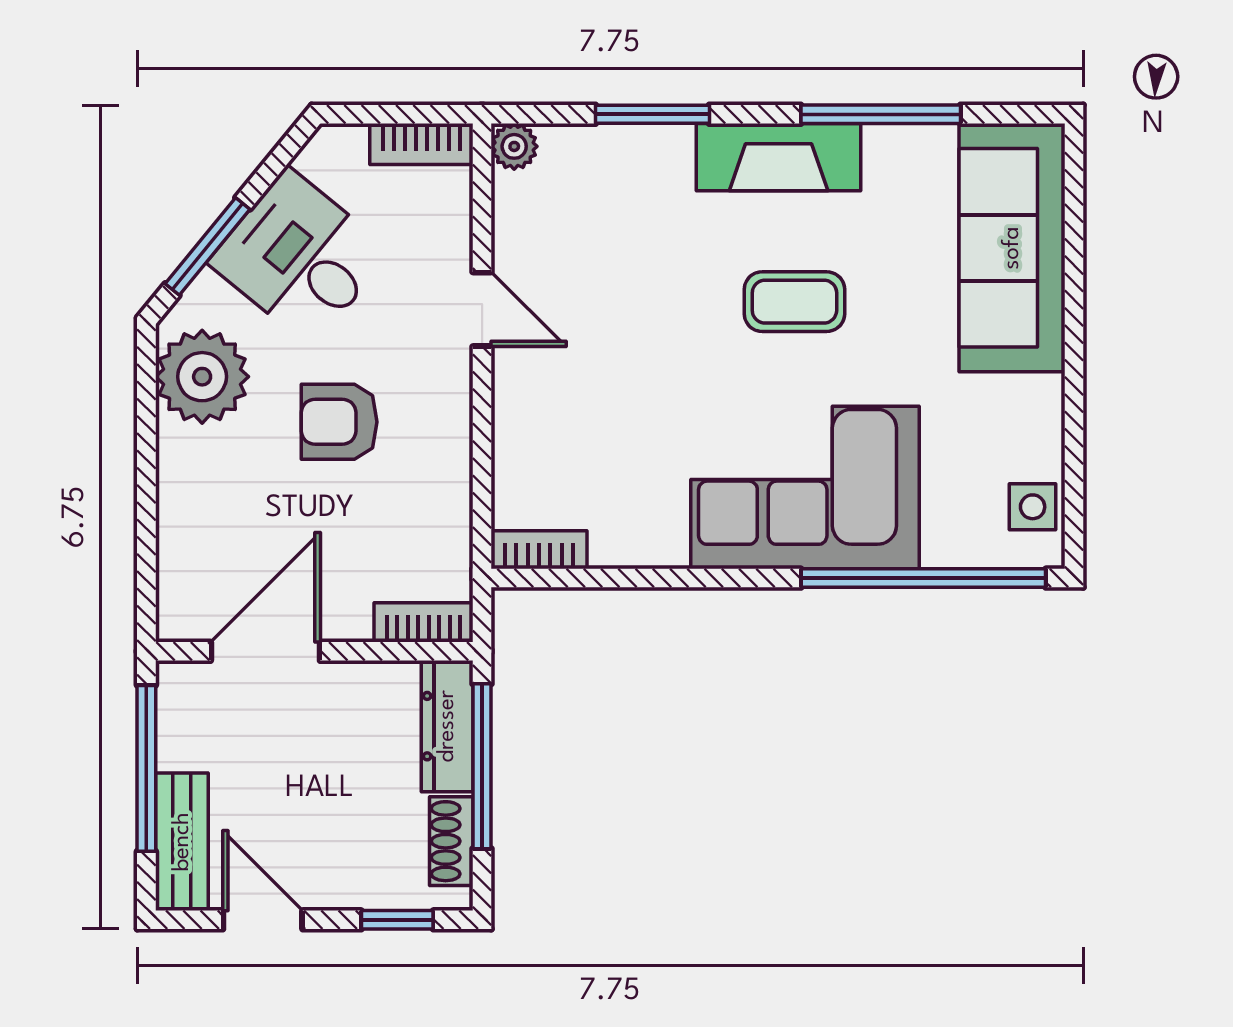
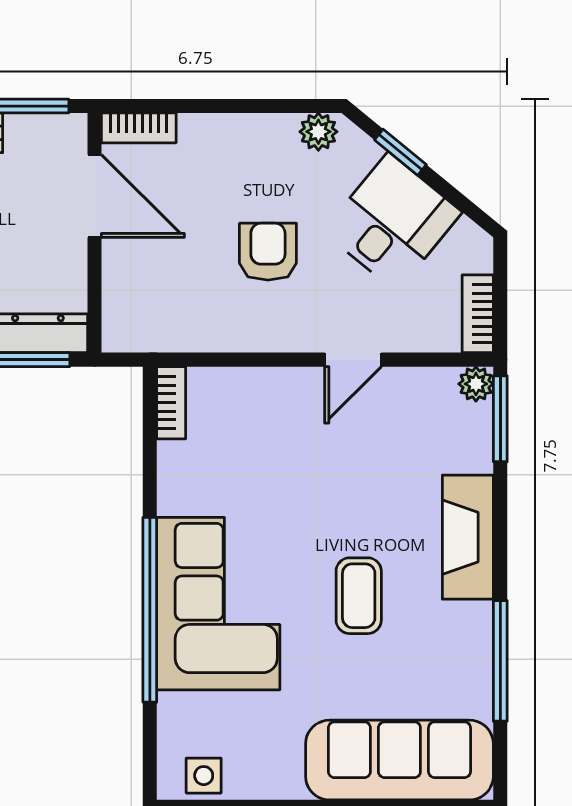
window: (652, 114) -> (500, 419), moved
fireplace: (779, 157) -> (468, 537), moved
window: (207, 246) -> (400, 152), width x0.67
plant: (202, 377) -> (318, 132), width x0.53, depth x0.53
window: (923, 578) -> (150, 610), moved
bookcase: (423, 622) -> (139, 128), moved, turned 90

